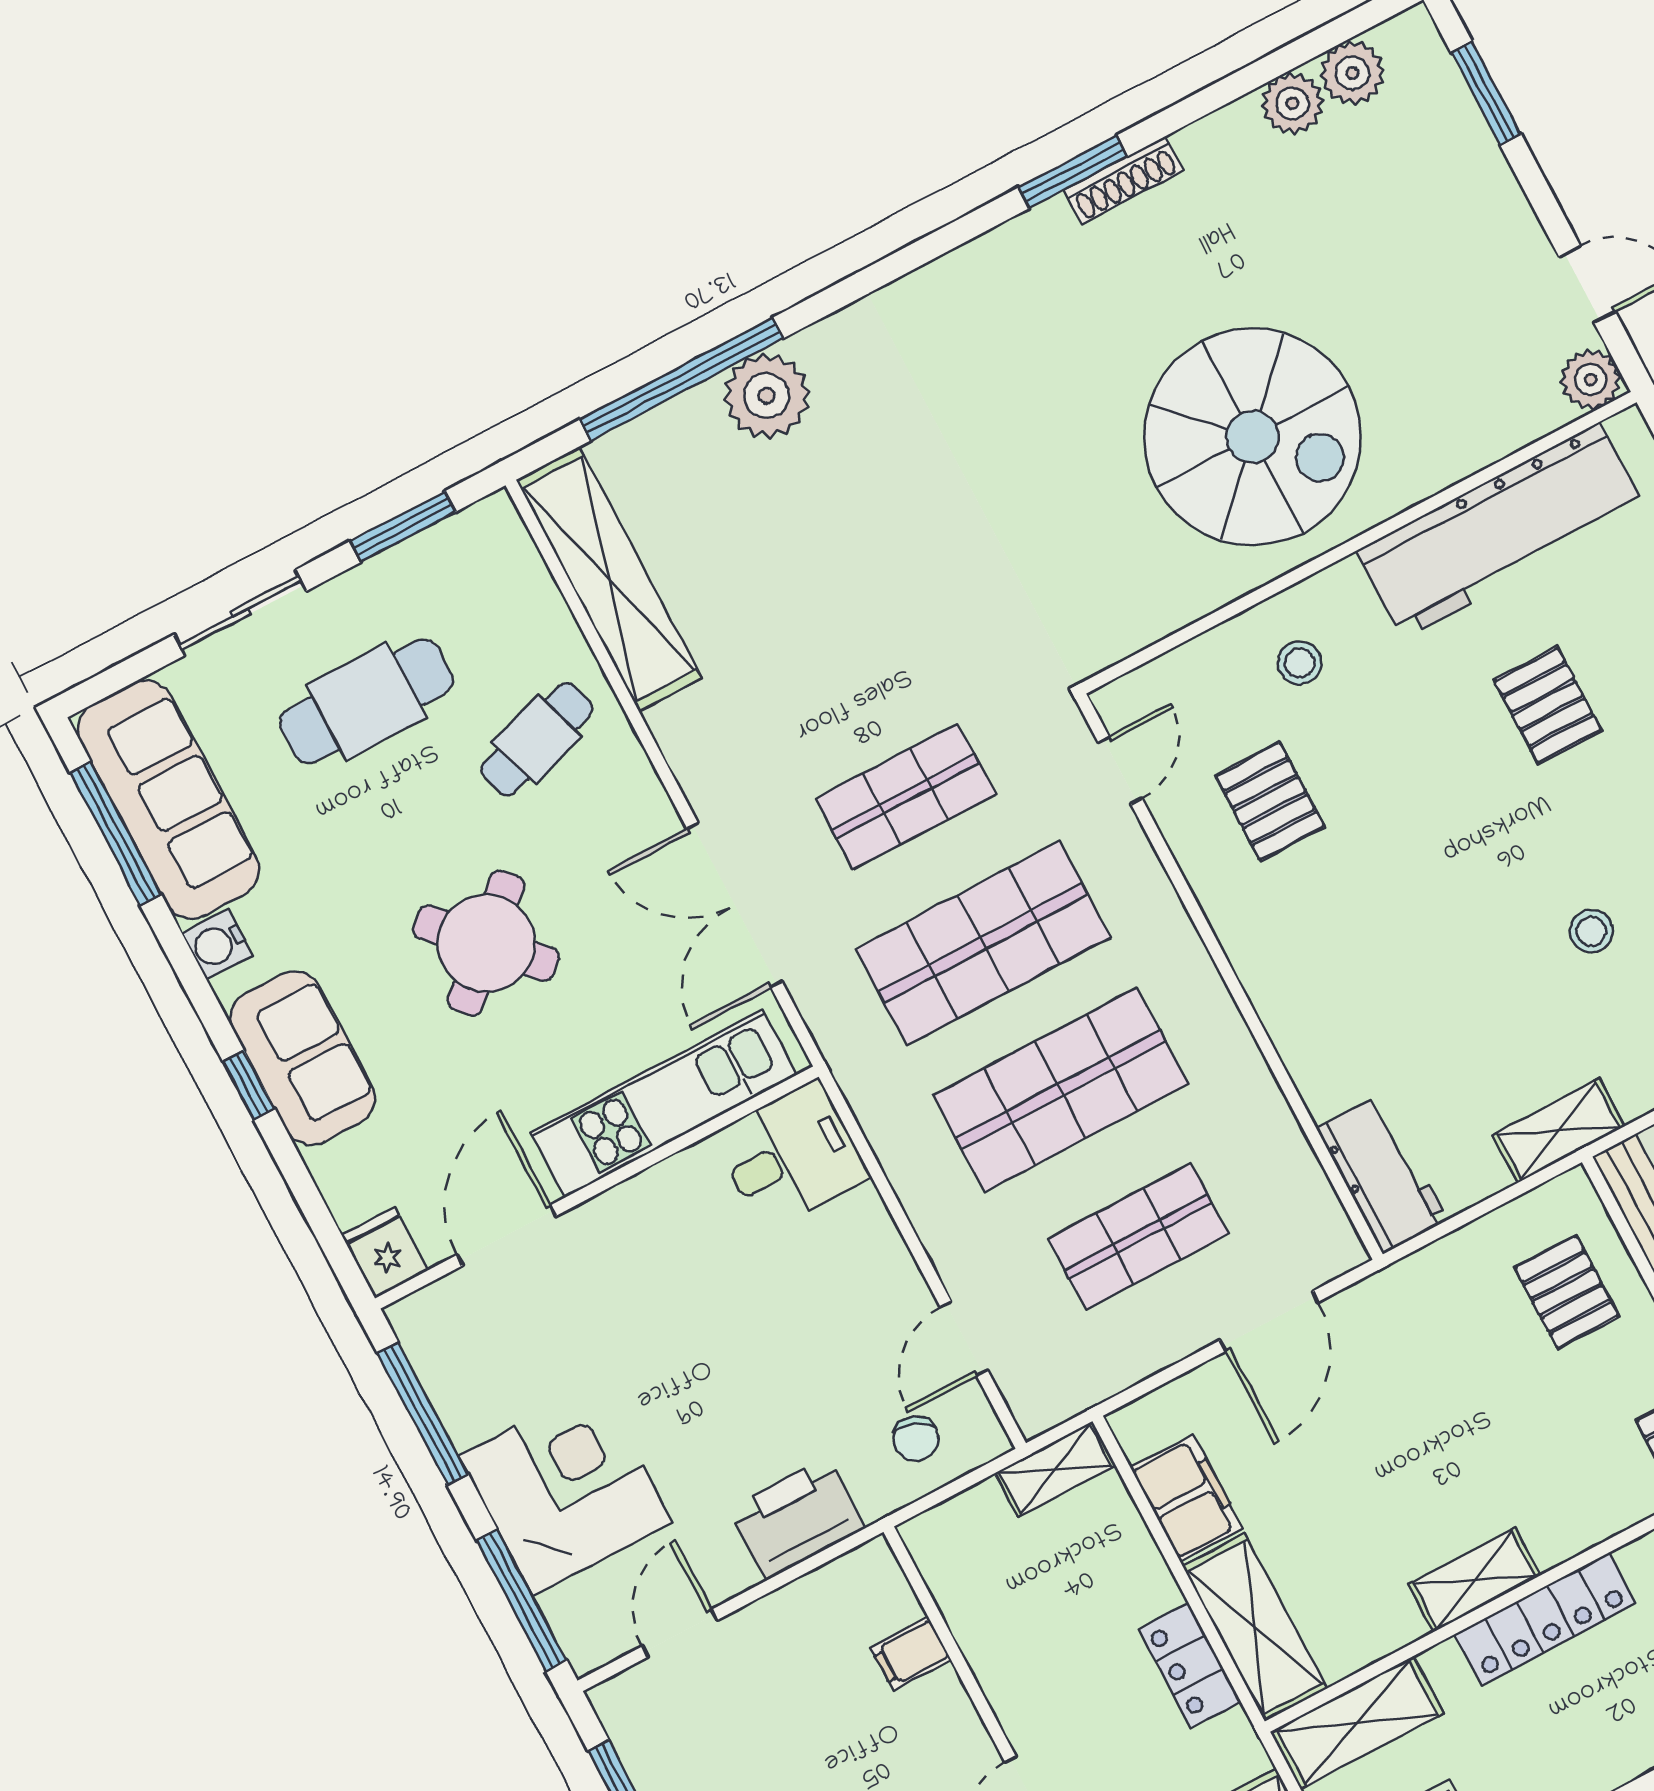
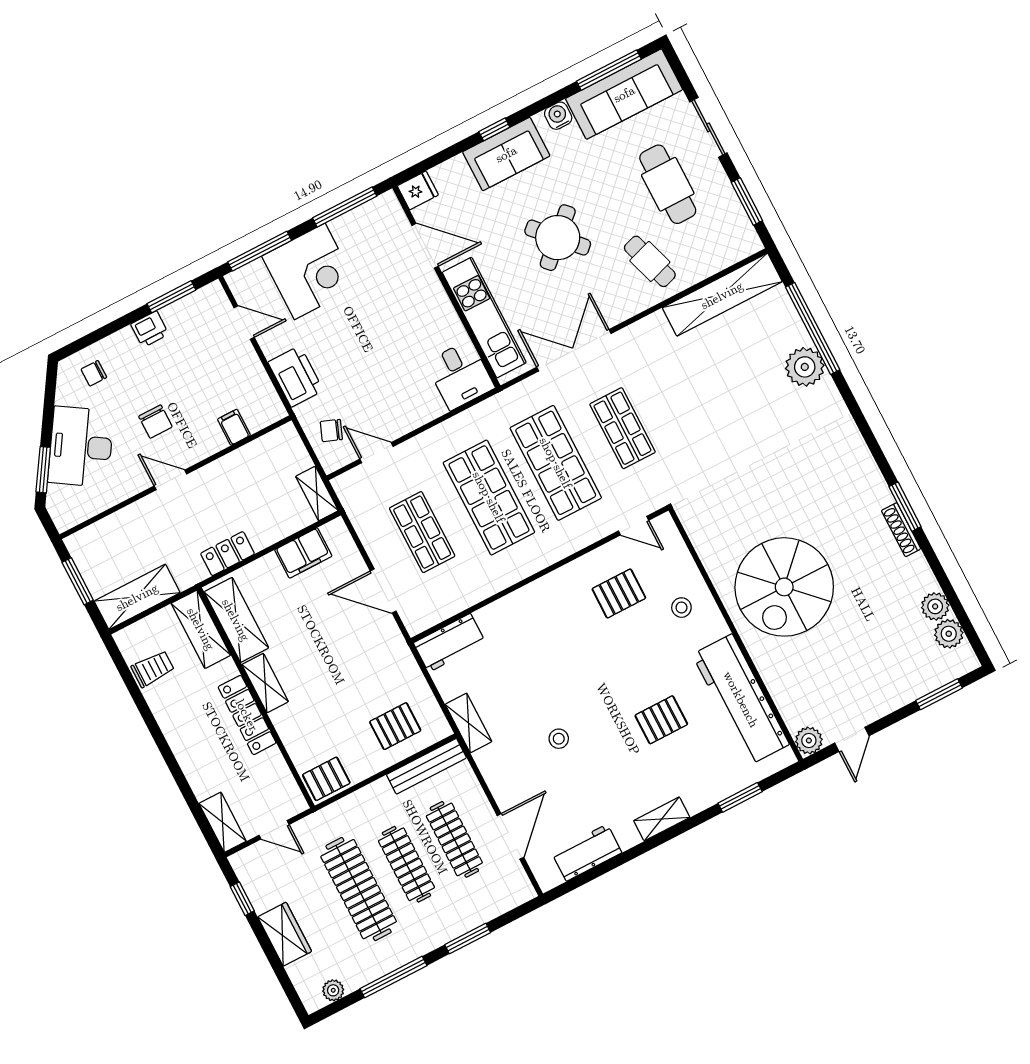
shelving: (1255, 1627) -> (236, 620), moved, turned 90

